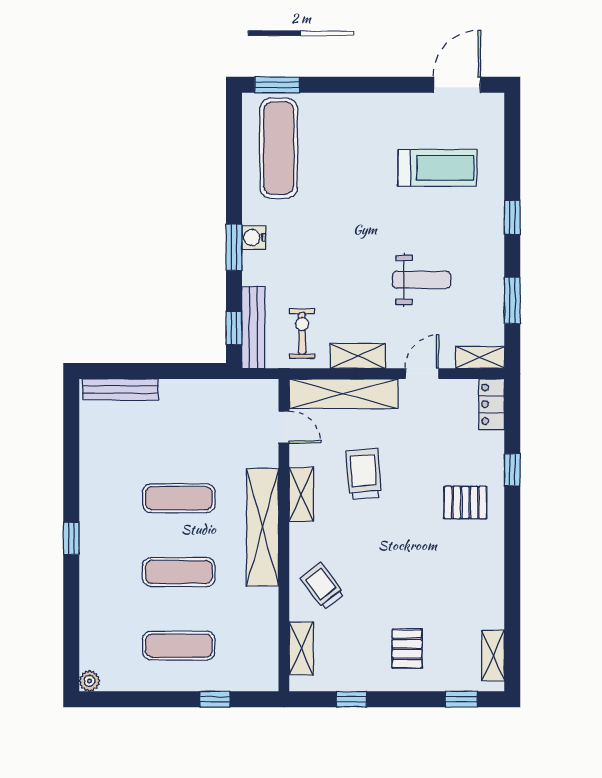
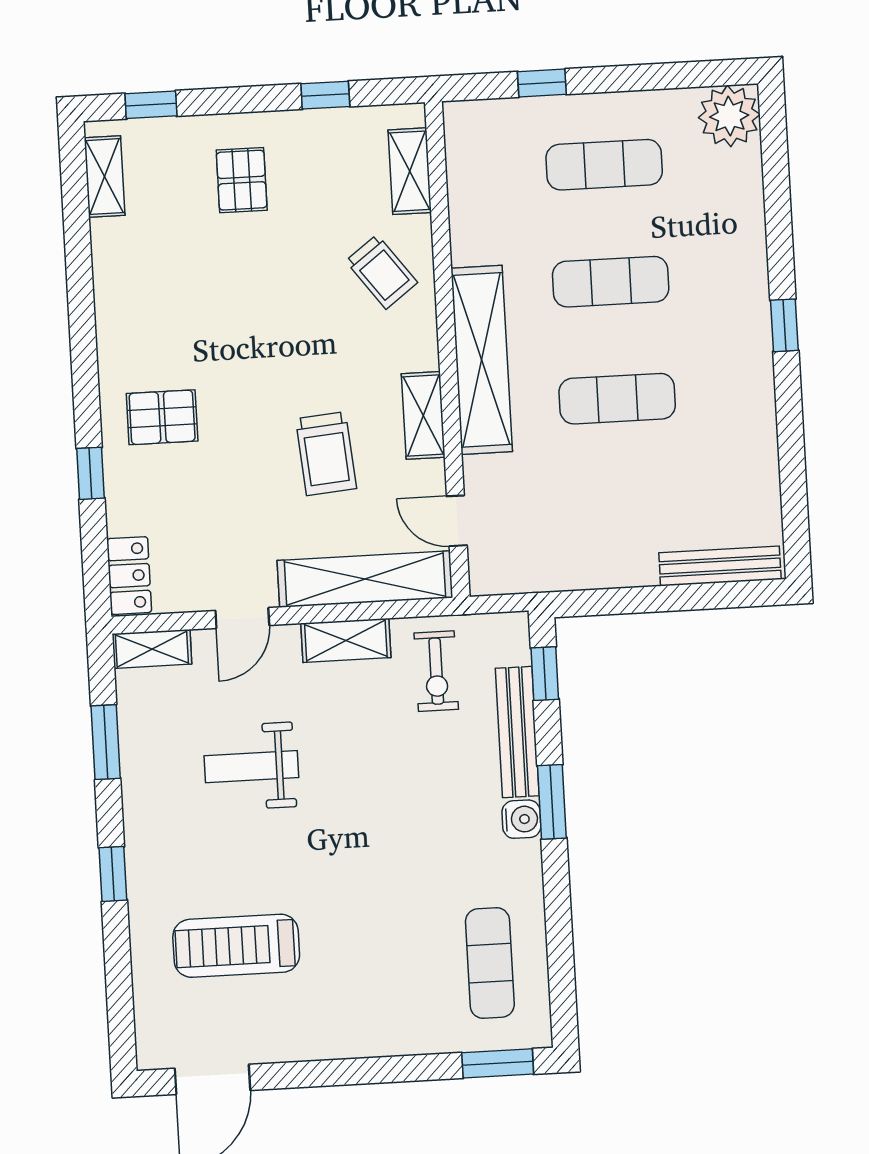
exercise mat: (279, 148) -> (490, 963), width x0.73, depth x0.69
bench: (253, 328) -> (517, 732), moved
plant: (89, 681) -> (729, 116), width x1.88, depth x1.88

